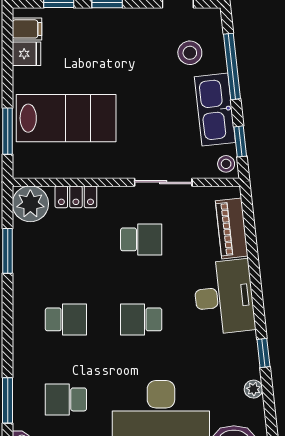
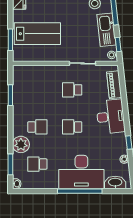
locker: (76, 197) -> (42, 70), removed
plant: (30, 204) -> (21, 144), moved
school desk: (141, 239) -> (72, 90), turned 180

